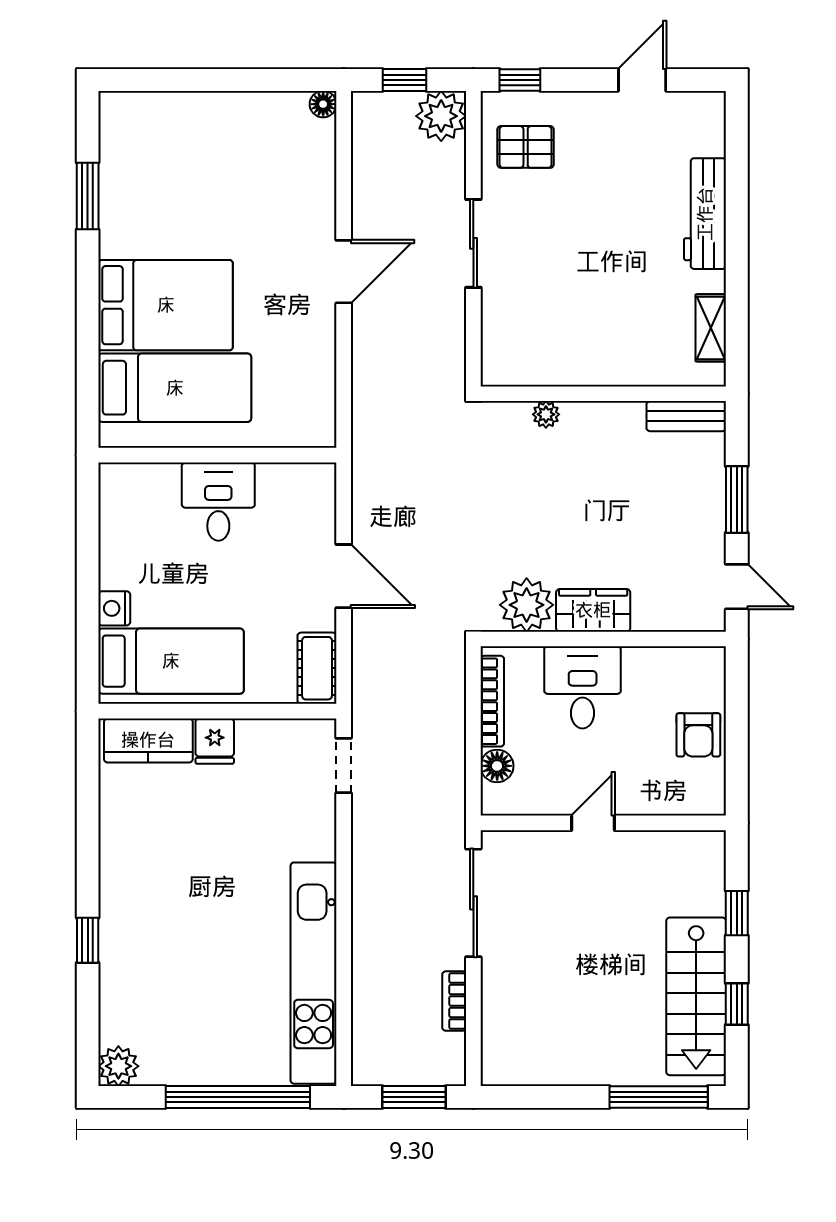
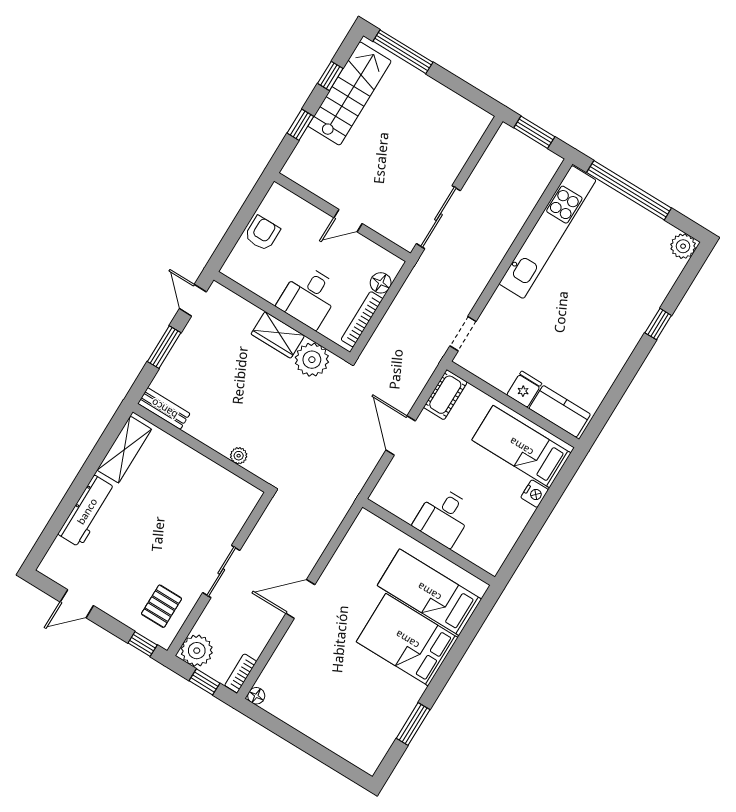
pallet: (526, 147) -> (162, 606), turned 90
shelving: (711, 328) -> (124, 450), width x1.50, depth x1.33
bookcase: (454, 1001) -> (241, 673), moved, turned 180

